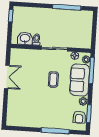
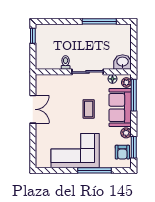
washbasin: (25, 38) -> (123, 62), moved
corner sofa: (40, 113) -> (75, 151), added

